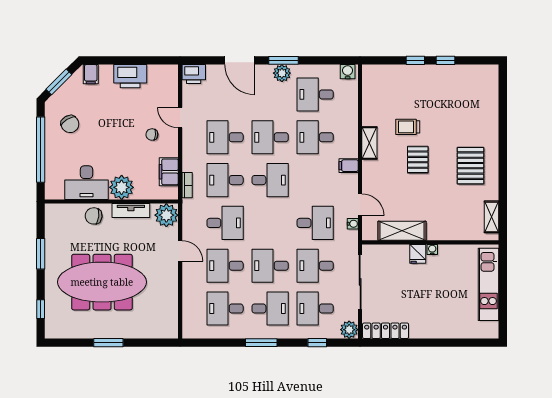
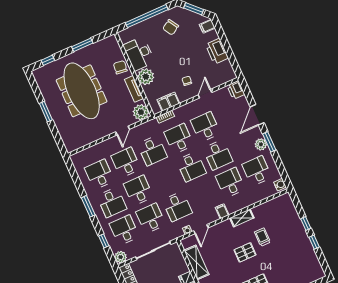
desk: (270, 137) -> (218, 155), turned 180

